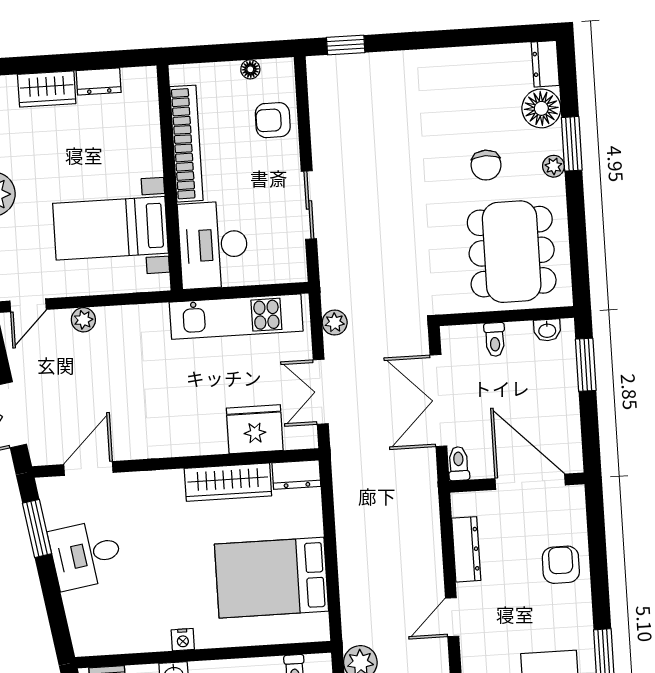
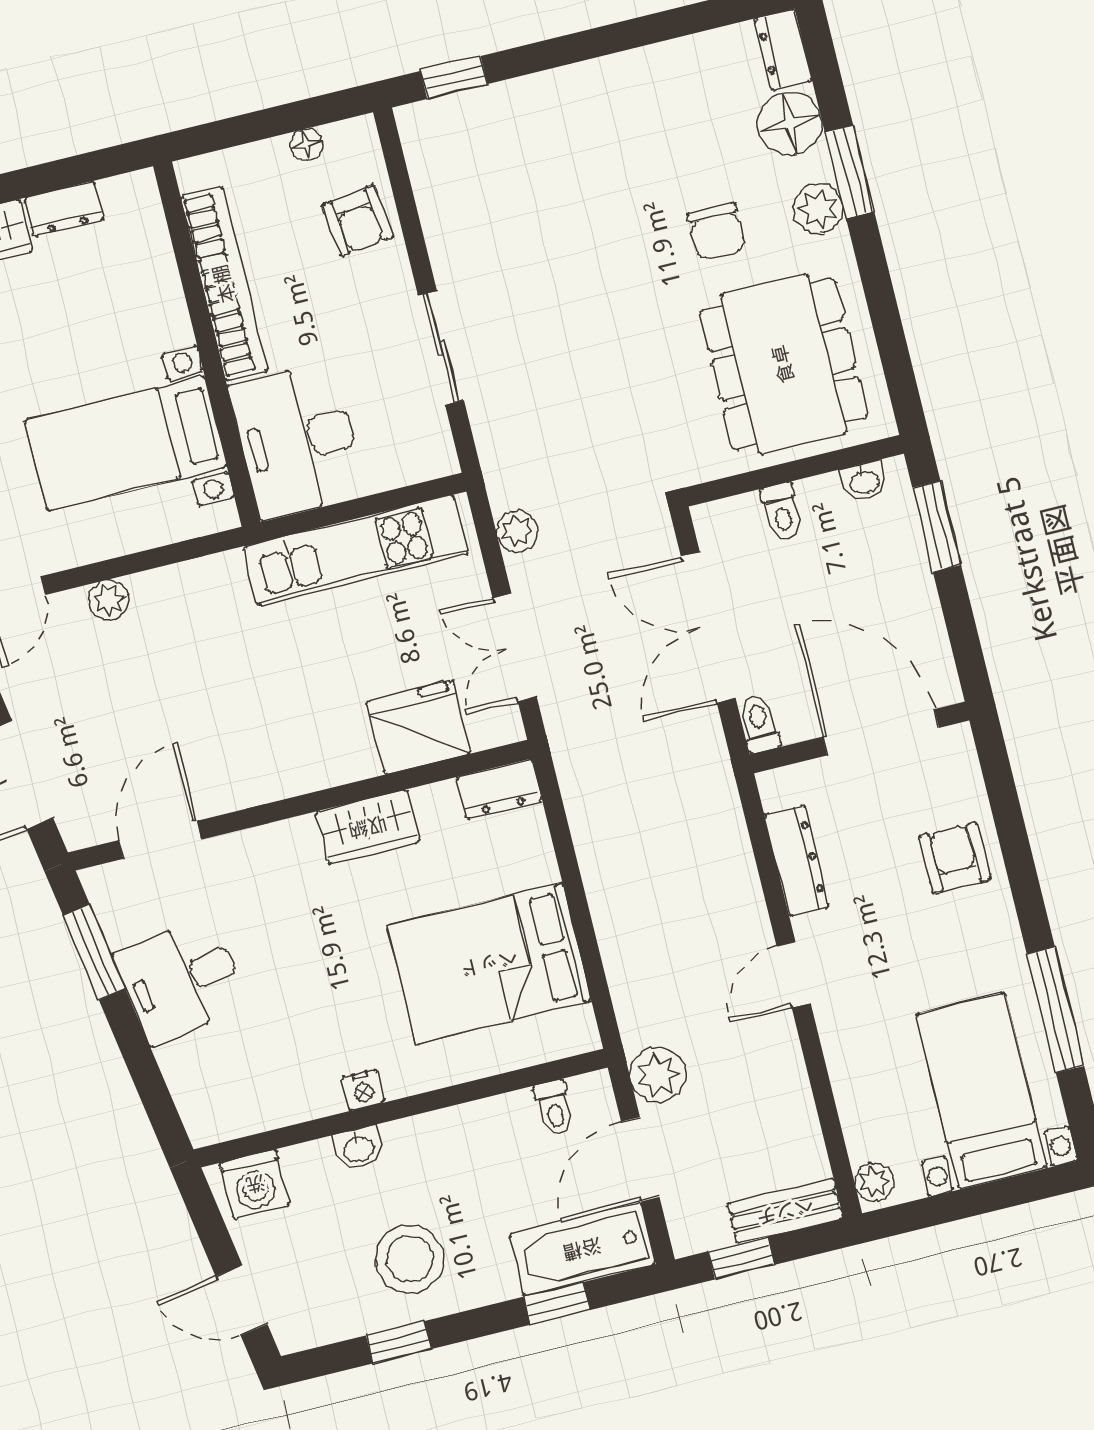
armchair: (273, 120) -> (357, 221), turned -97
plant: (553, 166) -> (818, 209), width x1.38, depth x1.38
wardrobe: (228, 482) -> (368, 827), width x0.67

